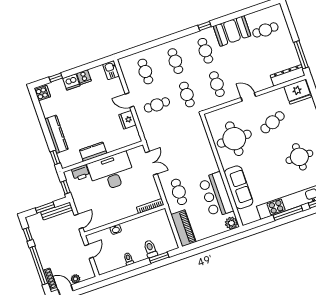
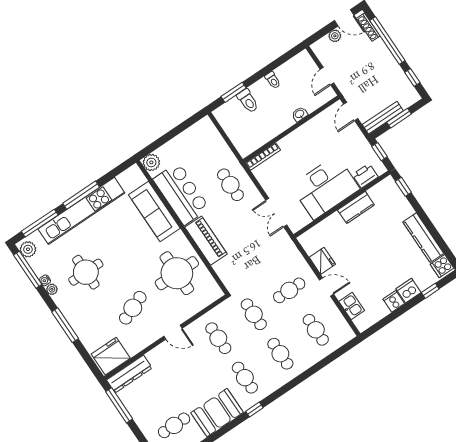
kitchen sink: (111, 70) -> (352, 306), moved
kitchen counter: (56, 134) -> (423, 238), moved
piano: (183, 228) -> (206, 241), moved, turned 180

